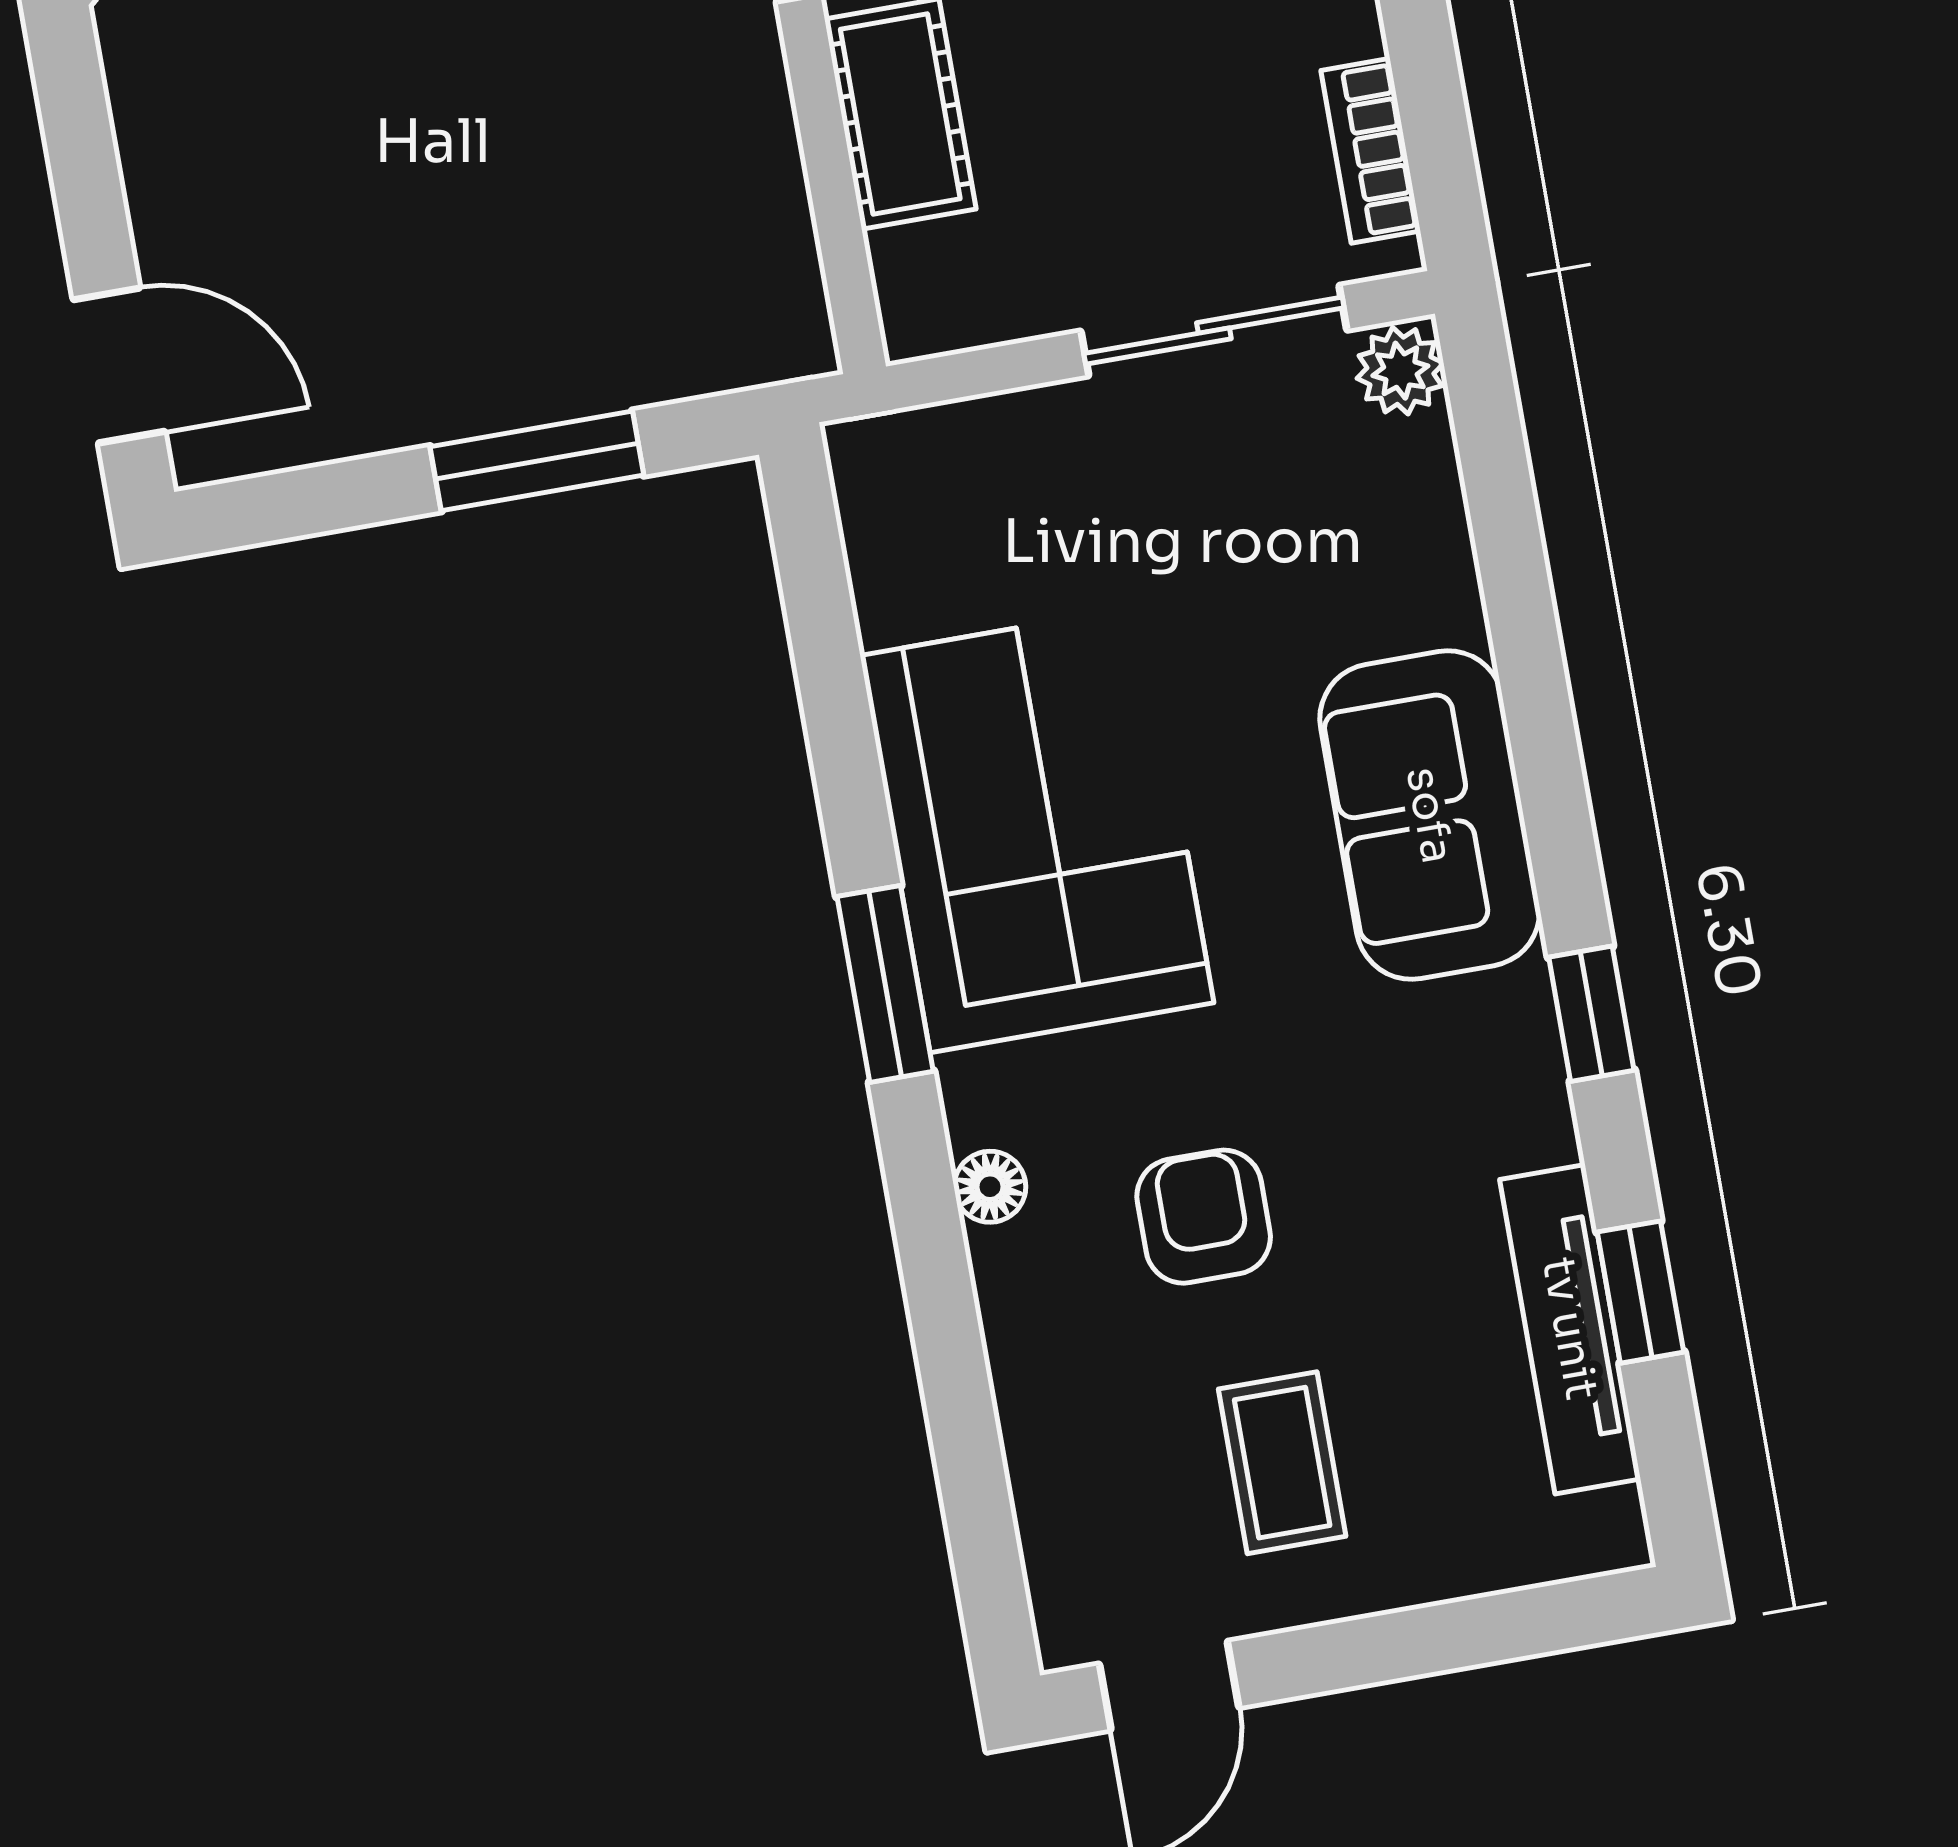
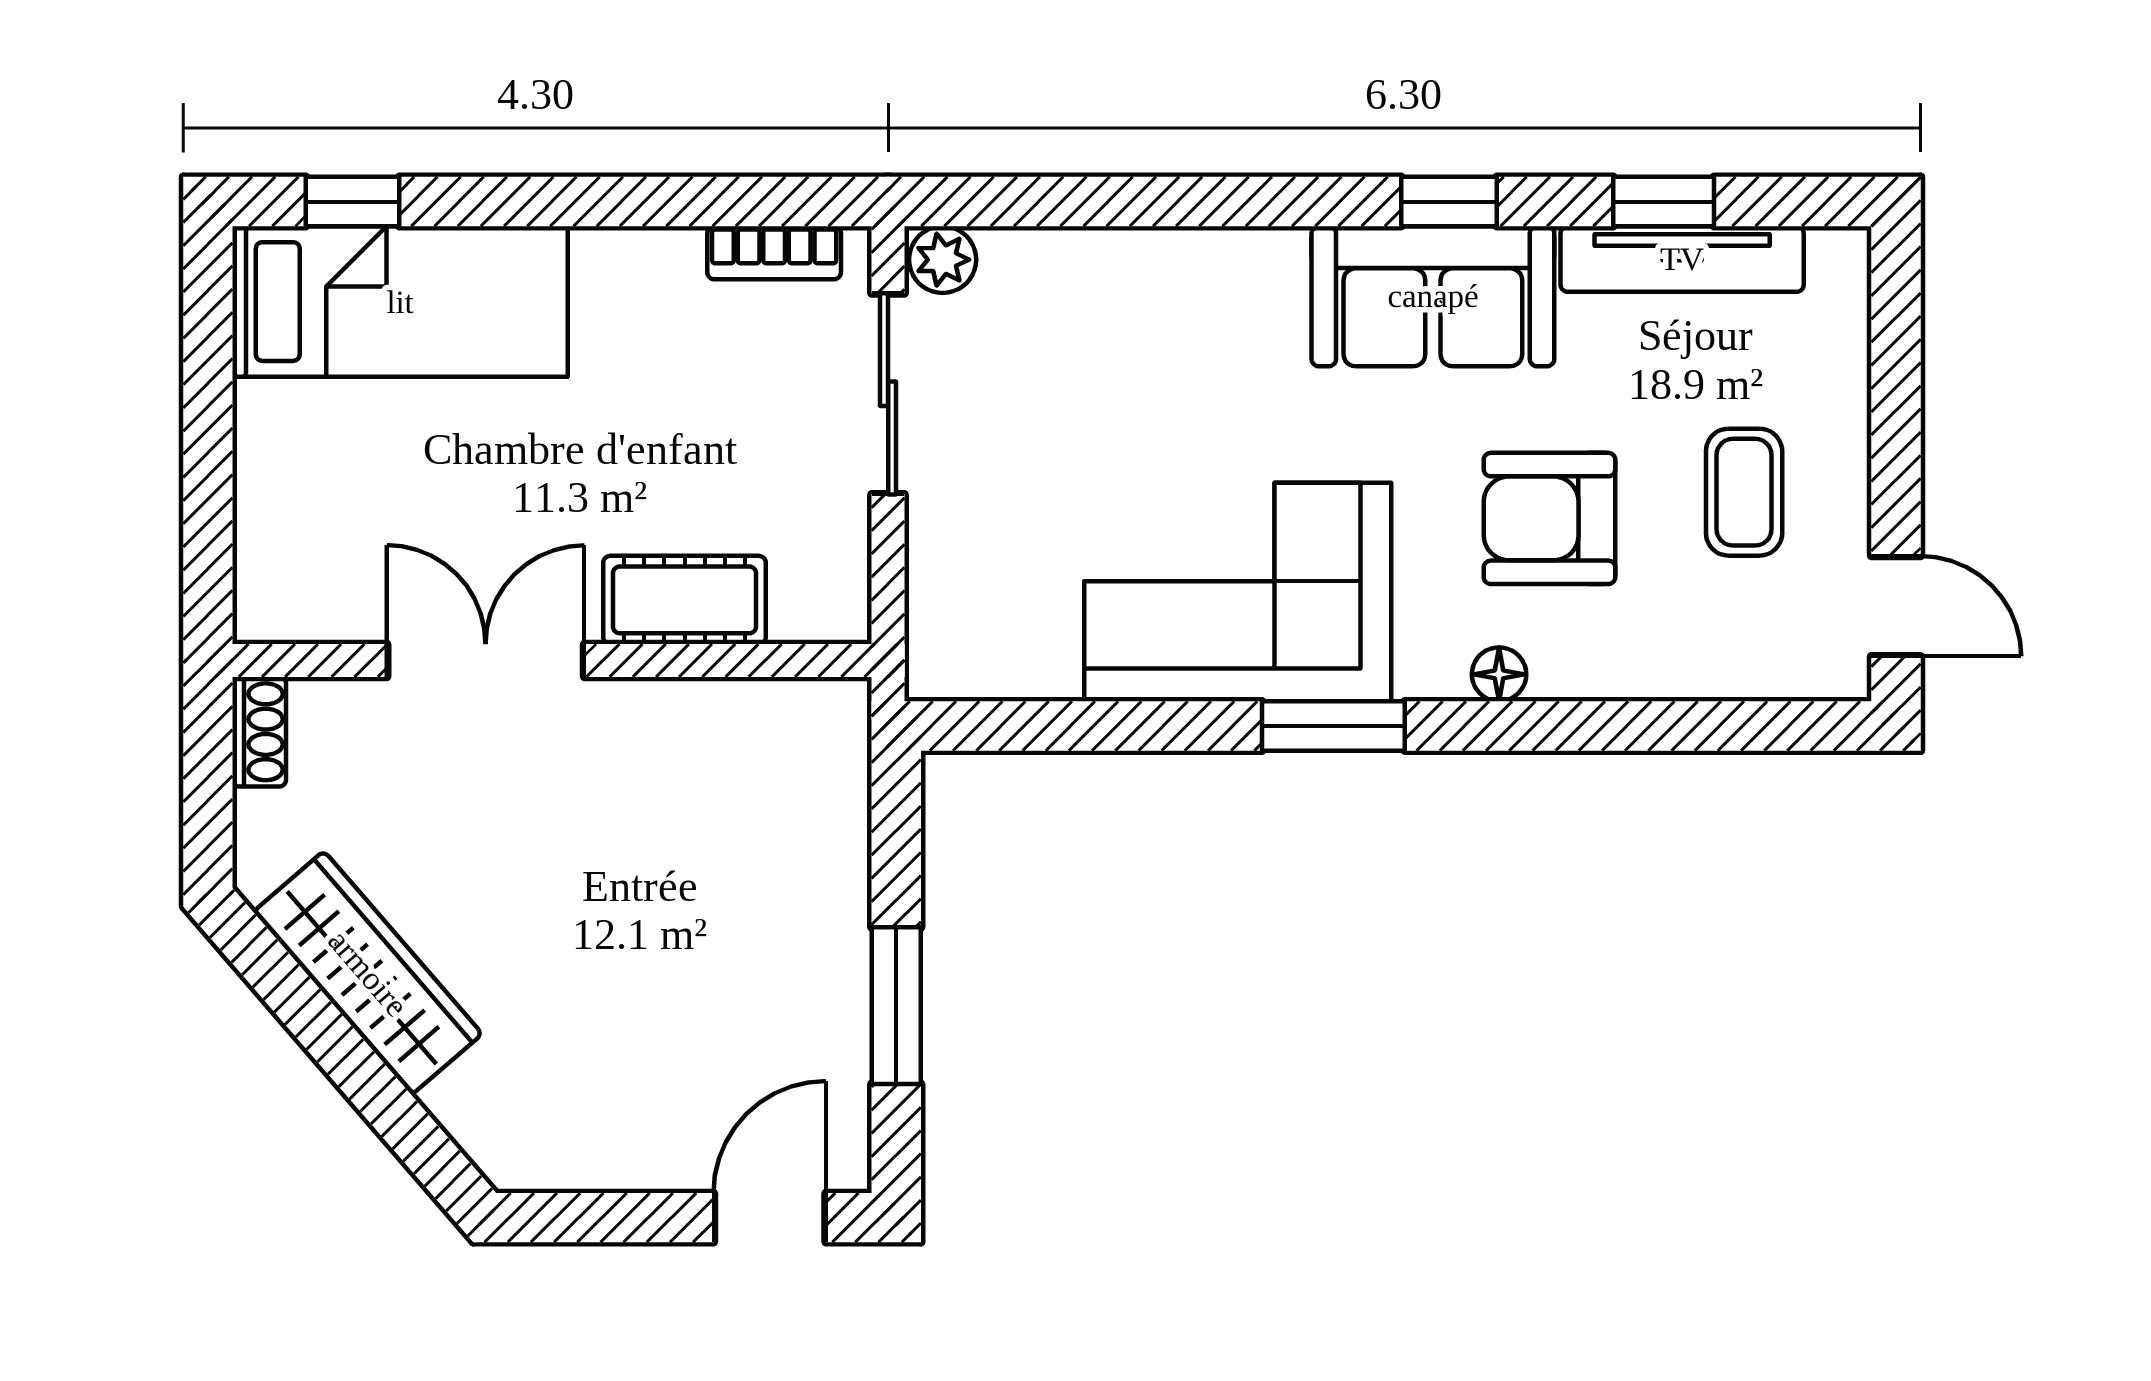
window: (537, 461) -> (896, 1006), moved
sofa: (1430, 815) -> (1433, 296), moved
armchair: (1204, 1217) -> (1550, 518), width x1.38, depth x1.38
coffee table: (1282, 1463) -> (1744, 492), turned 90

